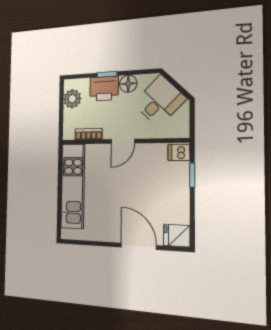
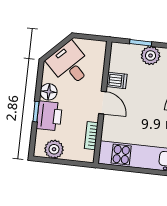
dishwasher: (179, 153) -> (117, 80), moved, turned -90
plant: (179, 188) -> (151, 56), added

